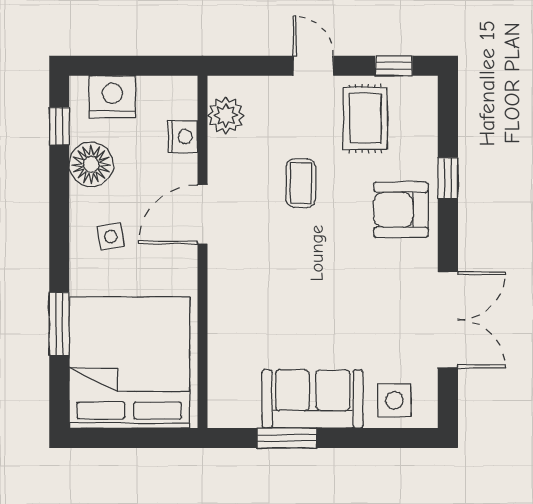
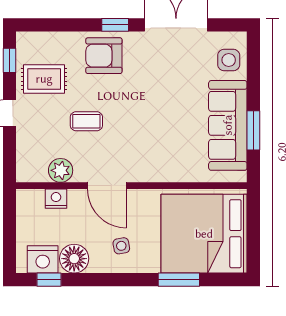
nightstand: (112, 97) -> (43, 259), moved, turned -90
plant: (226, 115) -> (61, 170), moved
window: (448, 178) -> (115, 25), moved
armchair: (401, 210) -> (104, 56), turned 90
sofa: (313, 399) -> (228, 125), width x1.36

